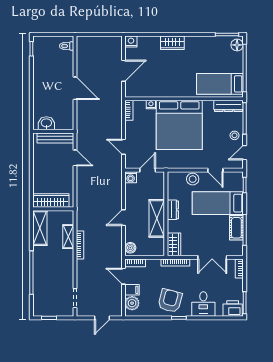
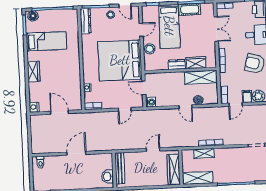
bed: (220, 84) -> (46, 41), moved, turned -90
bed: (179, 125) -> (120, 60), moved, turned 180
door: (75, 158) -> (153, 150), moved
shelving: (157, 218) -> (201, 77), moved
wardrobe: (174, 244) -> (196, 63), moved
boiler: (130, 248) -> (198, 100), moved

